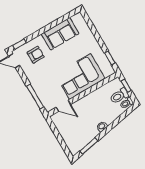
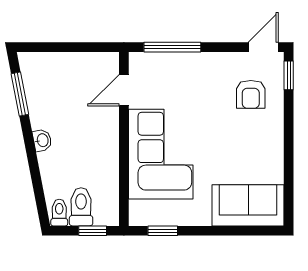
sofa: (60, 34) -> (248, 205), moved, turned 90

